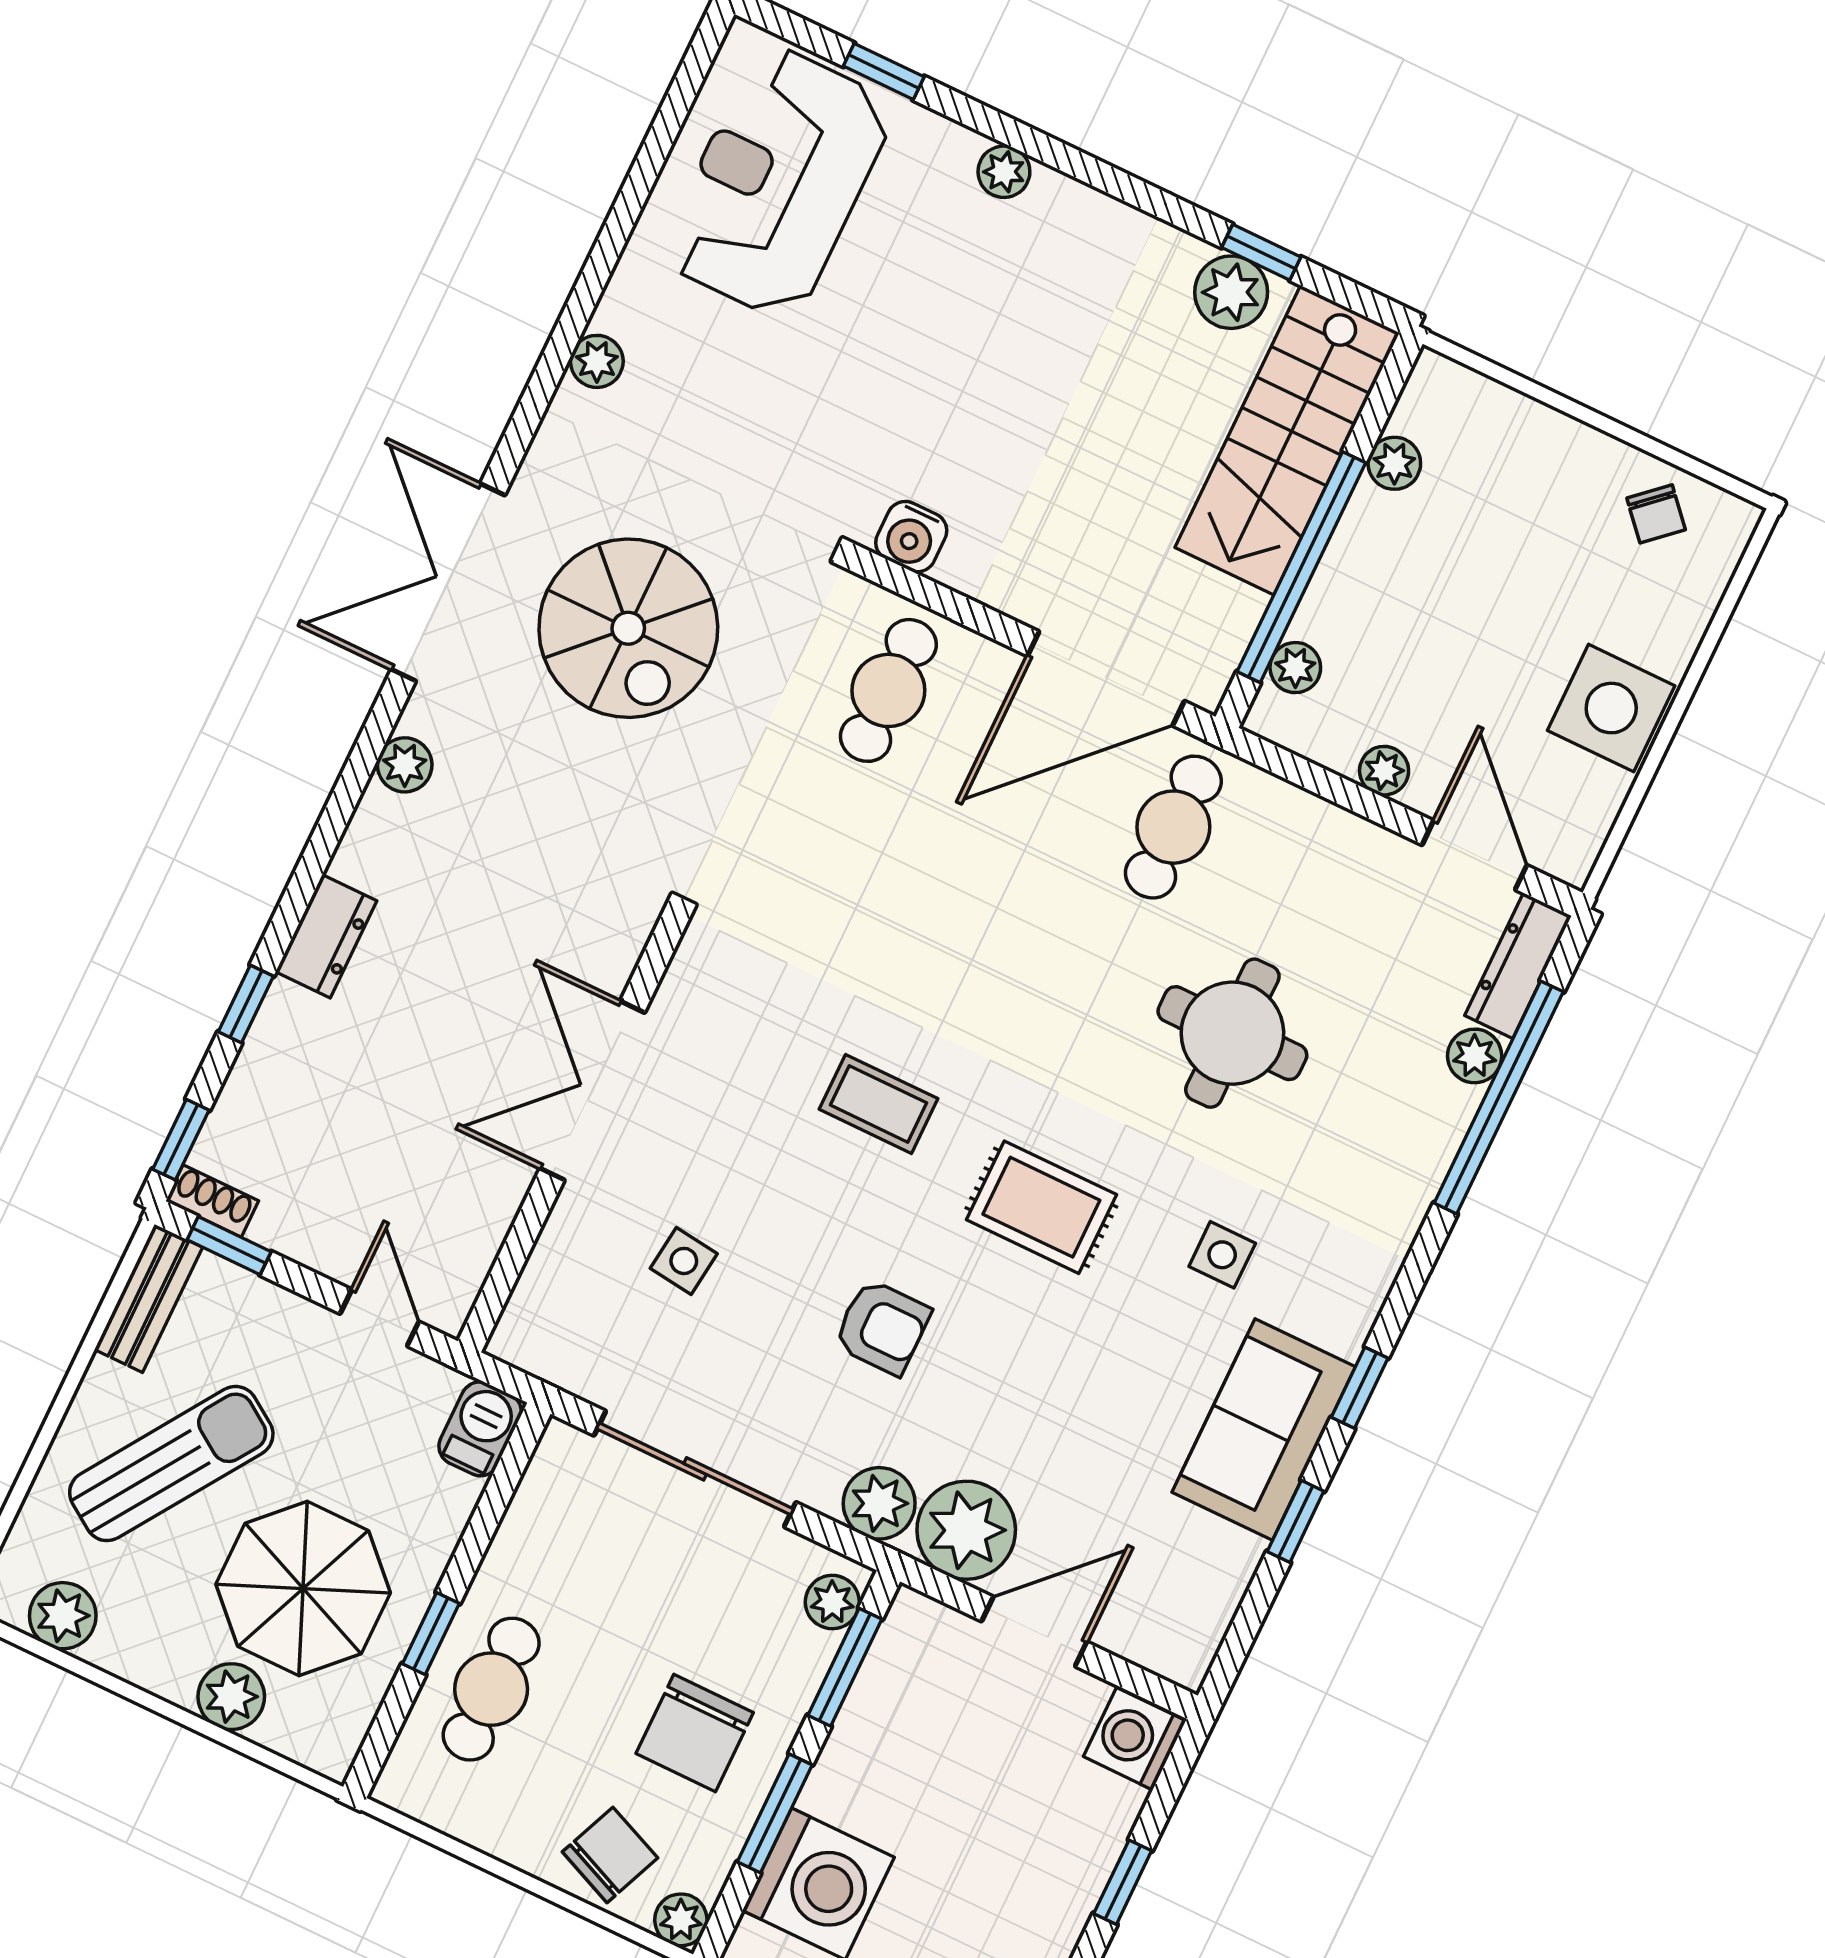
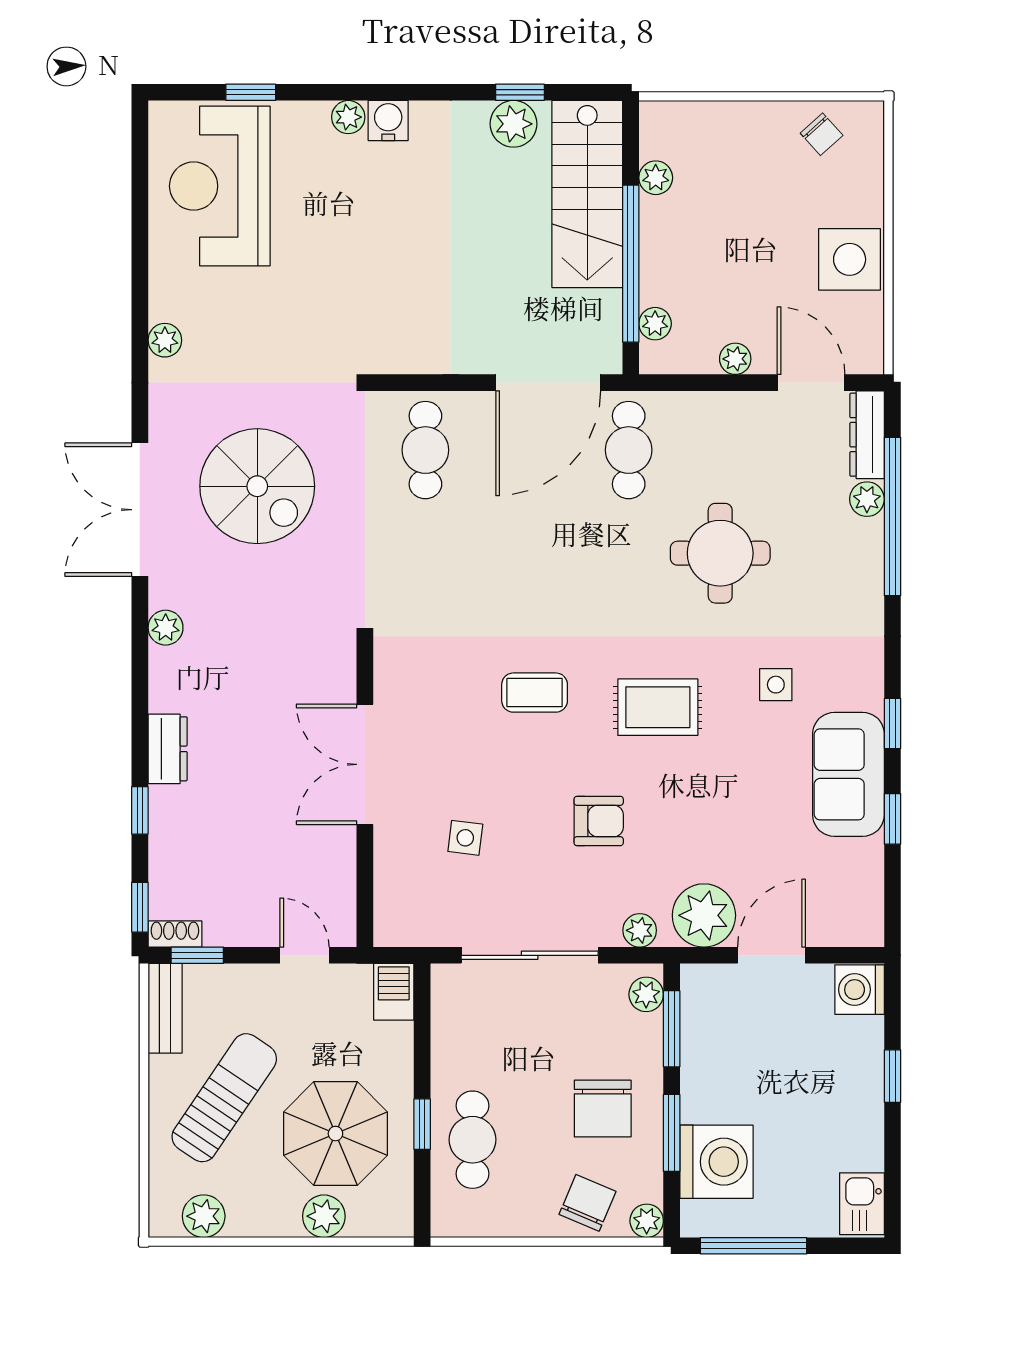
water cooler: (911, 537) -> (388, 120), moved, turned 180
plant: (879, 1503) -> (640, 930), width x0.73, depth x0.73

